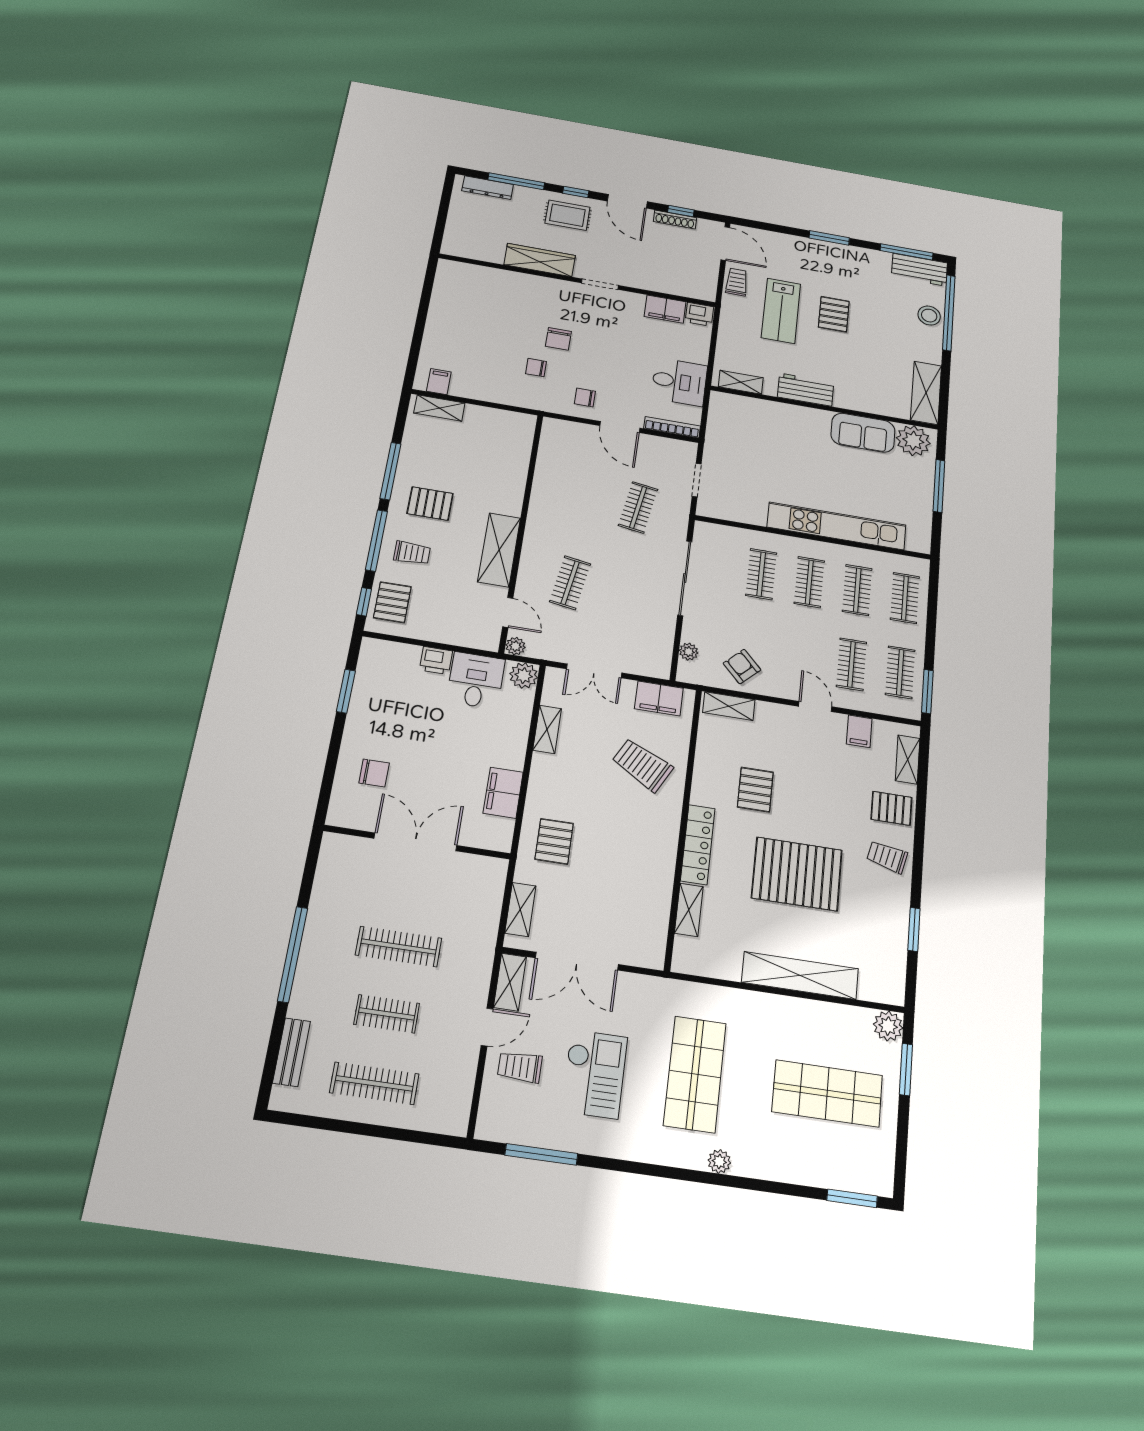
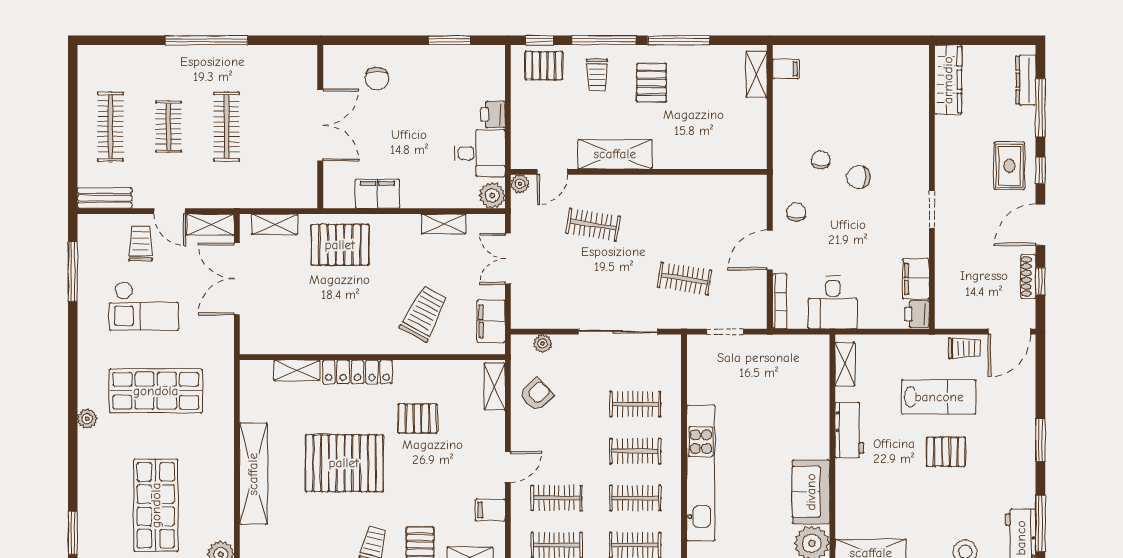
wardrobe: (540, 260) -> (948, 80), moved
lab bench: (781, 311) -> (939, 397), turned 180
pallet: (554, 841) -> (340, 245), width x1.50, depth x1.42
pallet: (797, 874) -> (344, 463), turned 90
bench: (291, 1052) -> (105, 198), moved

